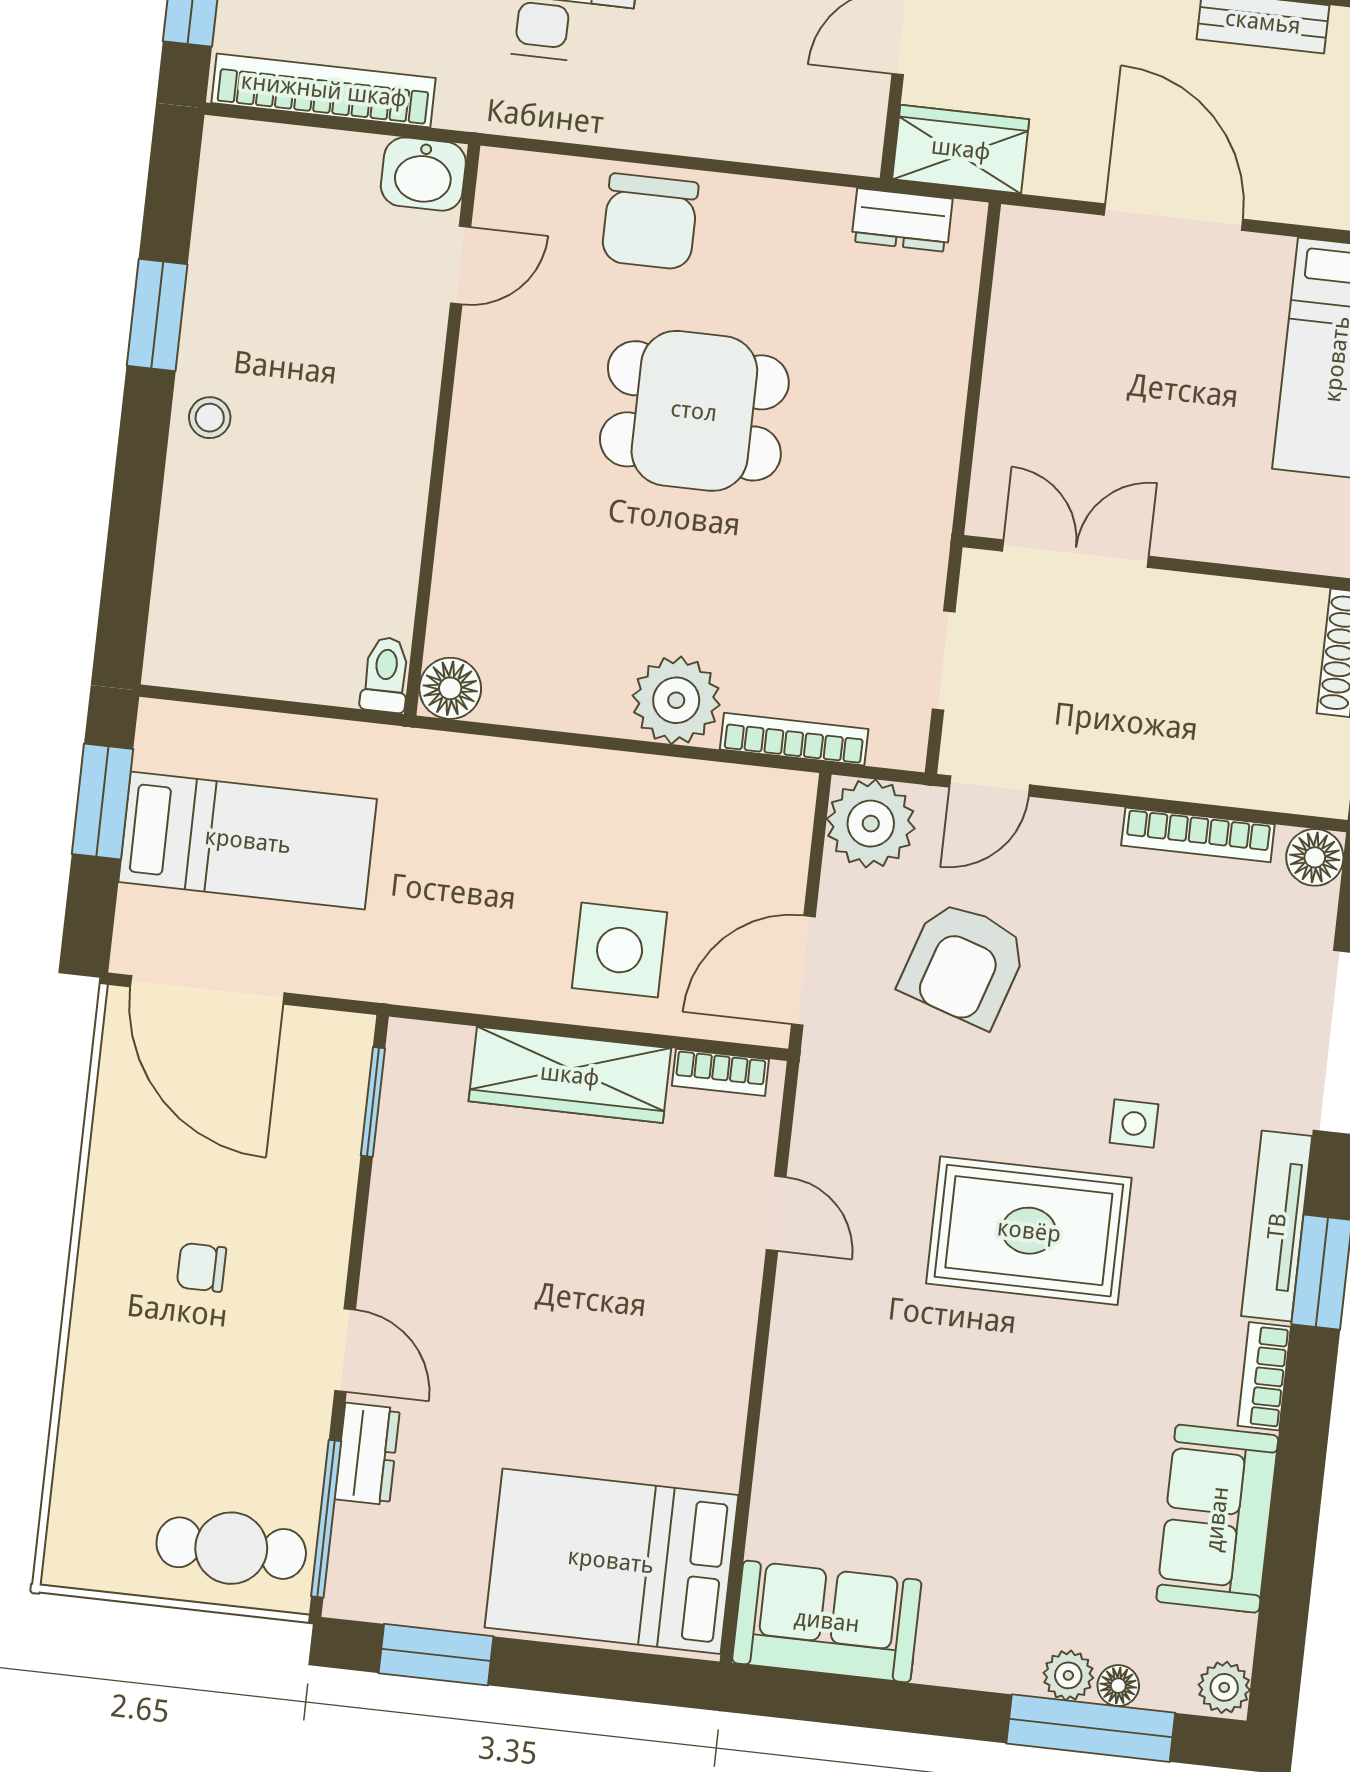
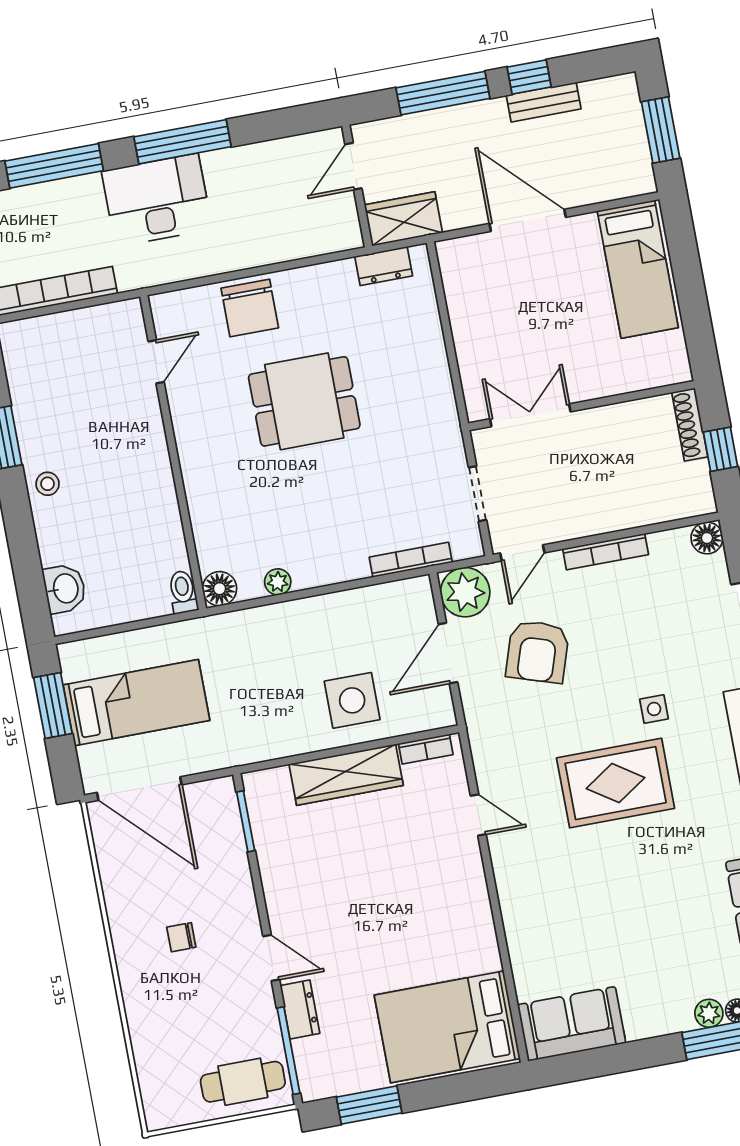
washbasin: (423, 174) -> (65, 589), moved, turned -90
plant: (676, 700) -> (278, 582), moved, width x0.53, depth x0.53
bookcase: (1198, 835) -> (606, 552), moved
door: (803, 970) -> (448, 653), moved

